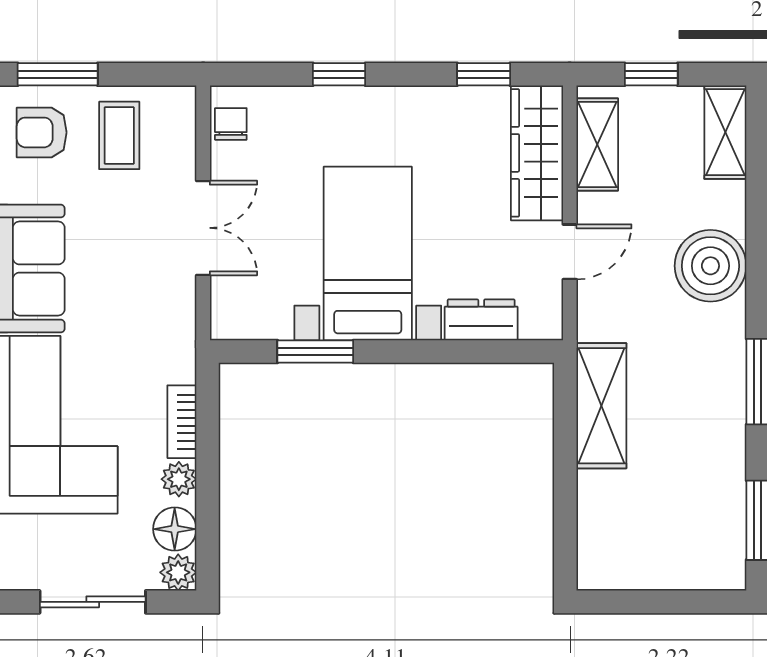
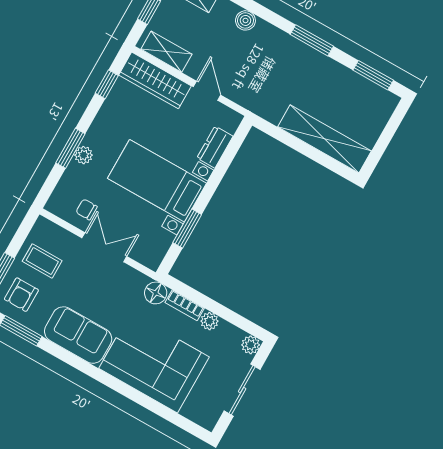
window: (339, 74) -> (70, 148), width x1.50
plant: (340, 103) -> (84, 155), added
chair: (231, 124) -> (87, 209), moved
boiler: (710, 266) -> (245, 20), width x0.54, depth x0.54
shelving: (601, 406) -> (324, 139), moved, width x1.47
floor lamp: (175, 529) -> (156, 293), moved

